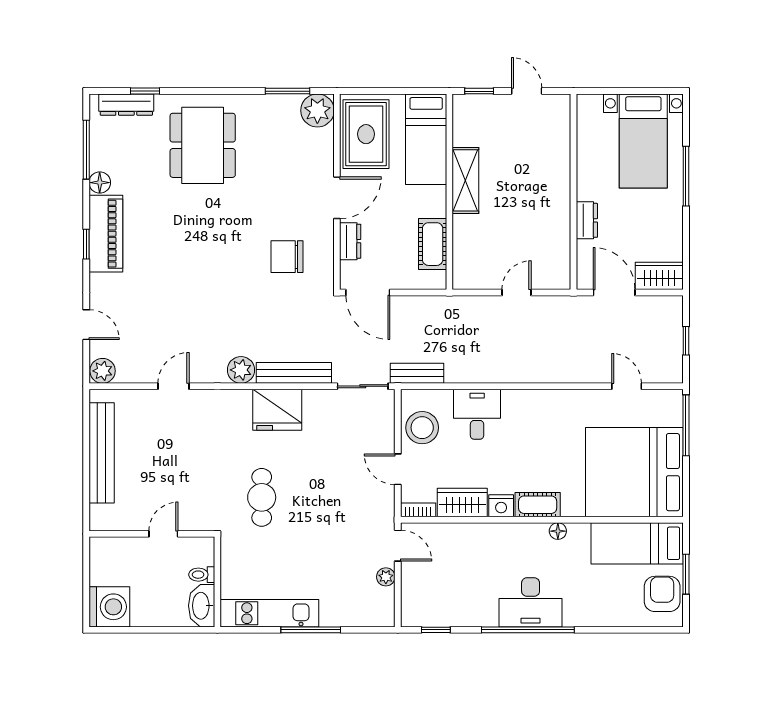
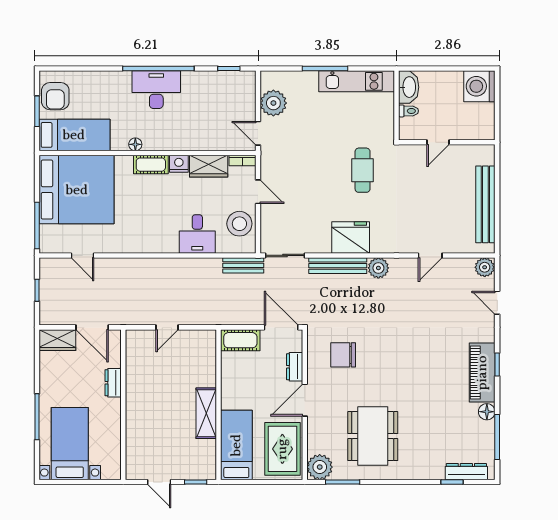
dining table: (203, 145) -> (373, 436), moved
cot: (433, 244) -> (240, 340), moved, turned 90
chair: (287, 257) -> (343, 355), turned 180
plant: (386, 577) -> (273, 103), width x1.88, depth x1.88

